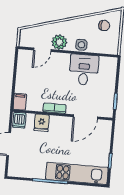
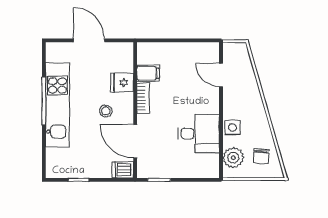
plant: (59, 42) -> (233, 158), moved
filing cabinet: (20, 102) -> (148, 73), moved
dishwasher: (19, 120) -> (123, 170), moved
stool: (61, 136) -> (106, 111), added
kitchen unit: (77, 173) -> (57, 105), moved

